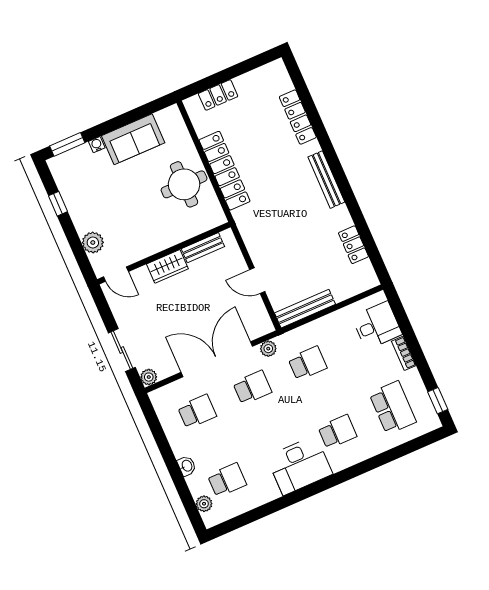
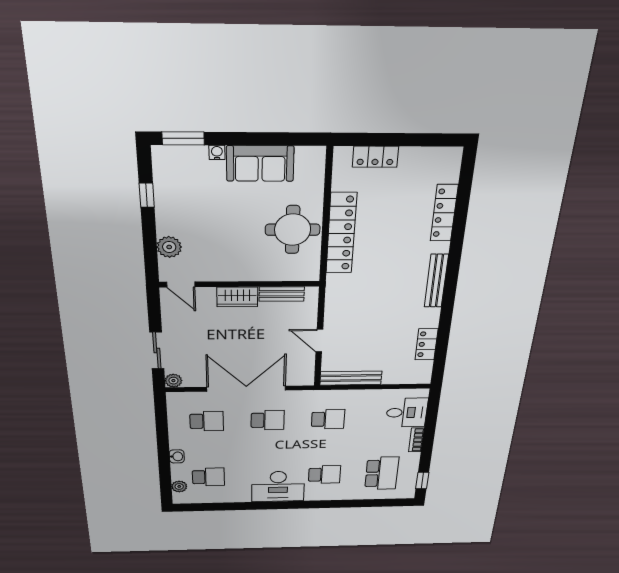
plant: (268, 349) -> (299, 397), removed

